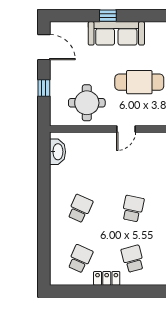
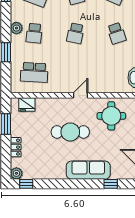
window: (108, 16) -> (111, 184), moved
school desk: (80, 209) -> (117, 33), turned -42

